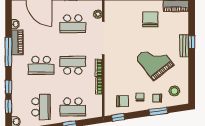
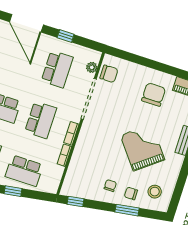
school desk: (73, 24) -> (57, 69), turned -90
school desk: (73, 65) -> (41, 120), turned 90
chair: (123, 101) -> (109, 74), moved

